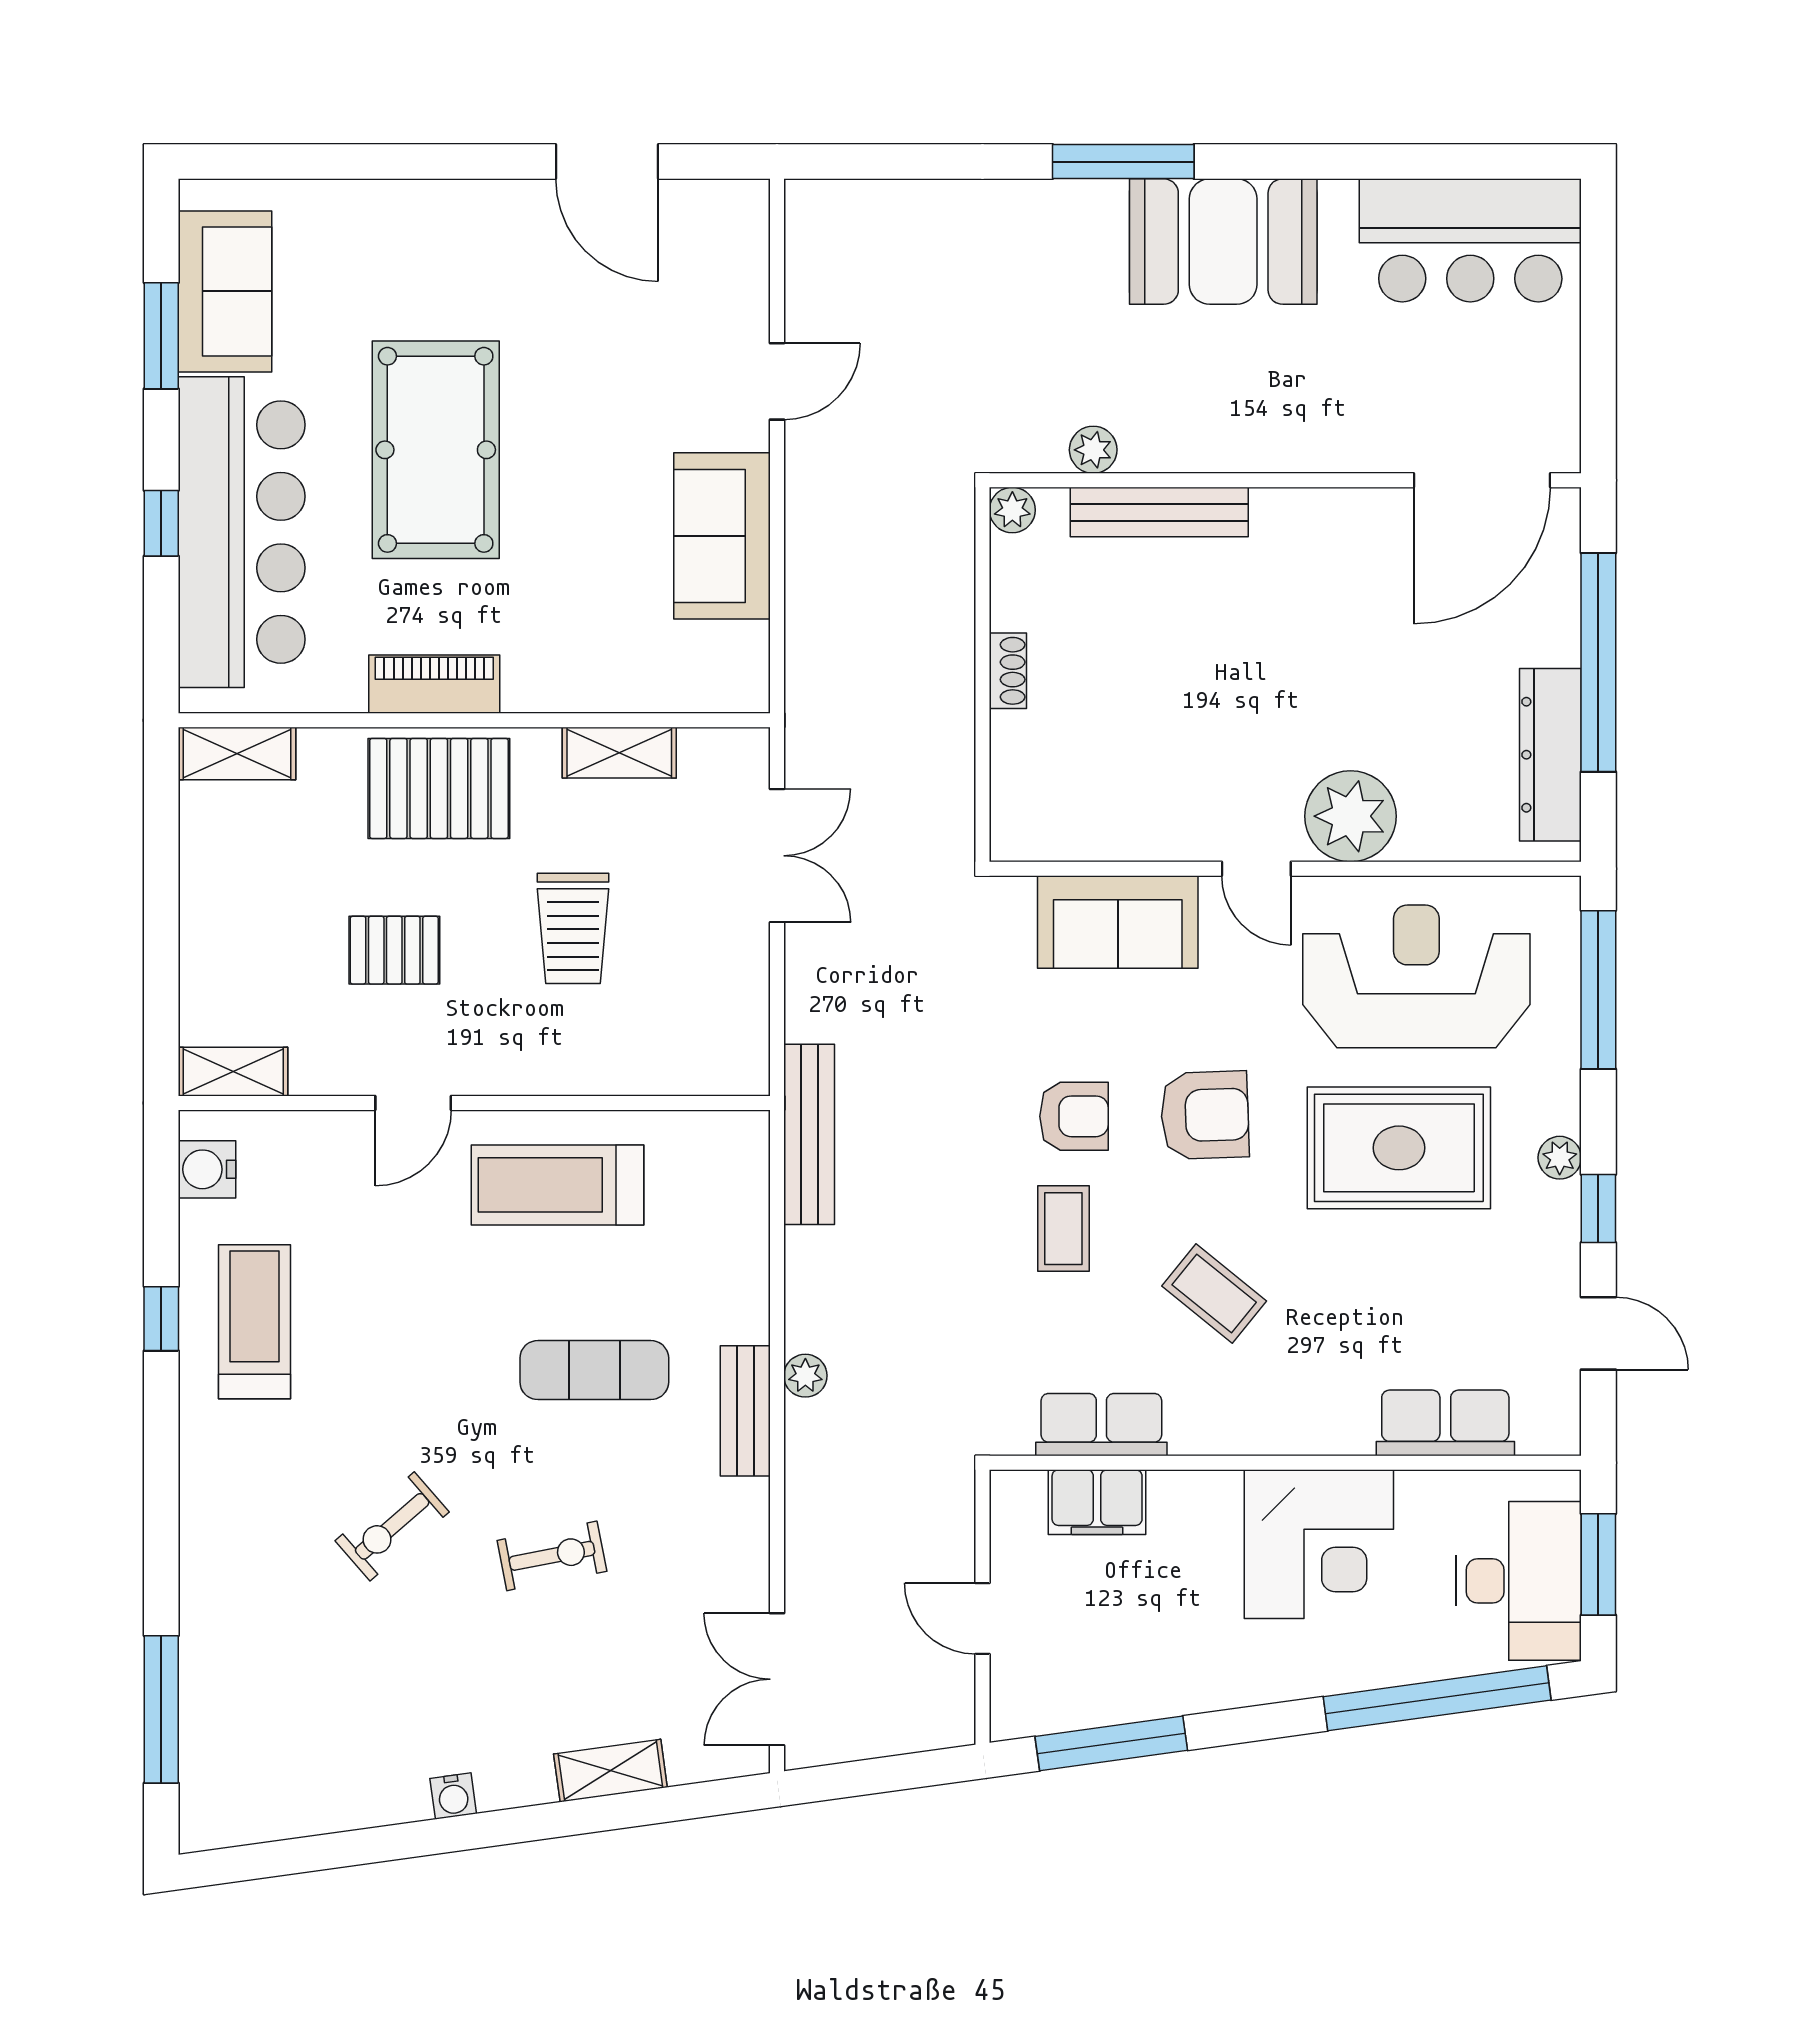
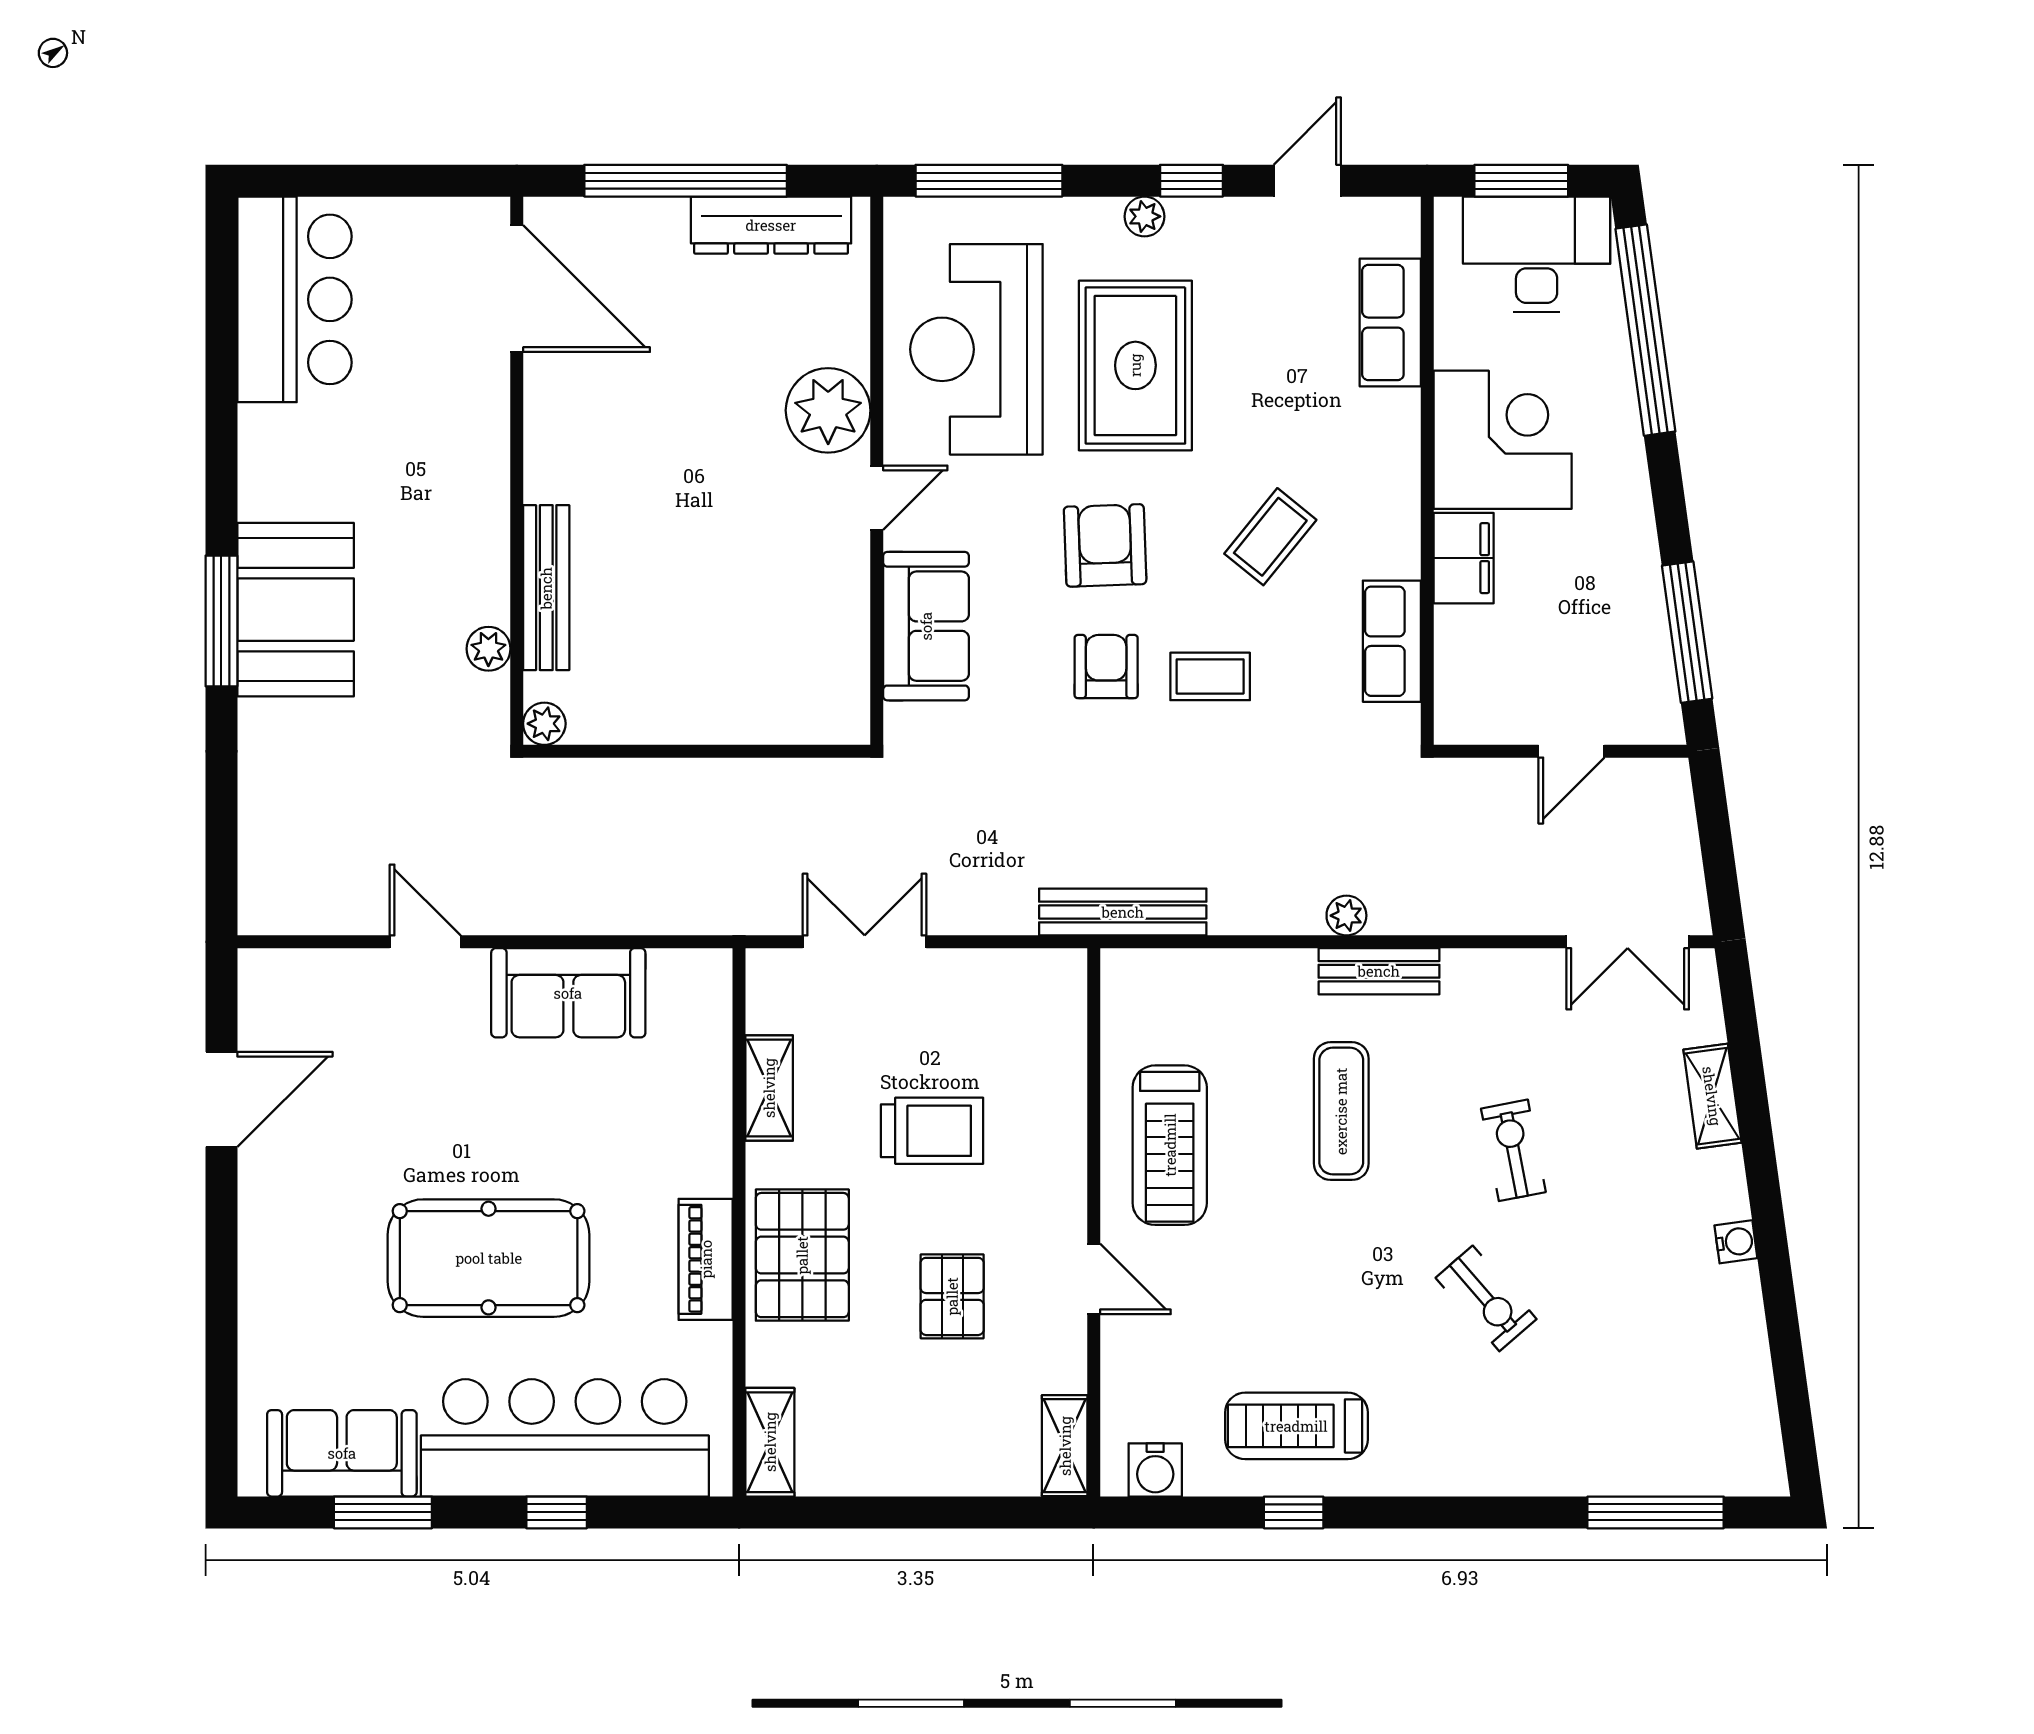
booth: (1223, 242) -> (296, 610), moved
shoe rack: (1008, 671) -> (693, 728), removed
filing cabinet: (1097, 1502) -> (1464, 558), moved

